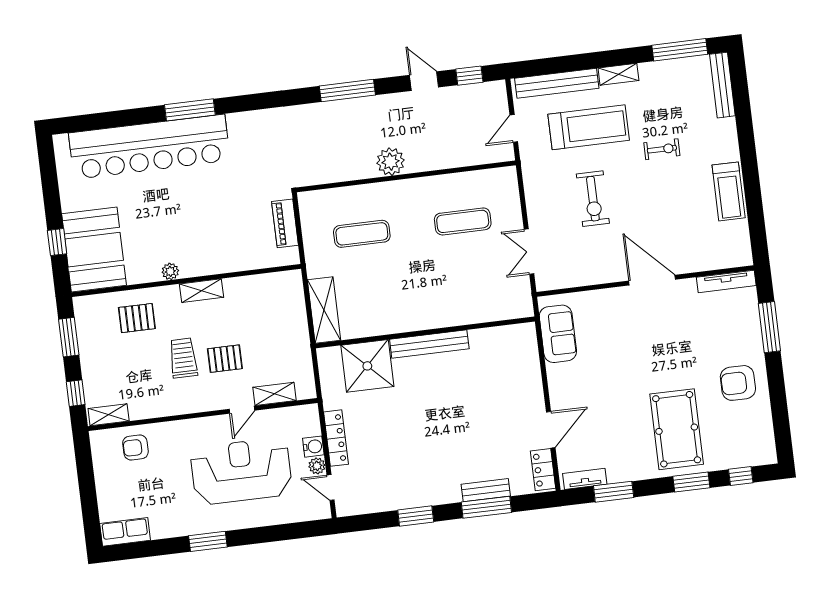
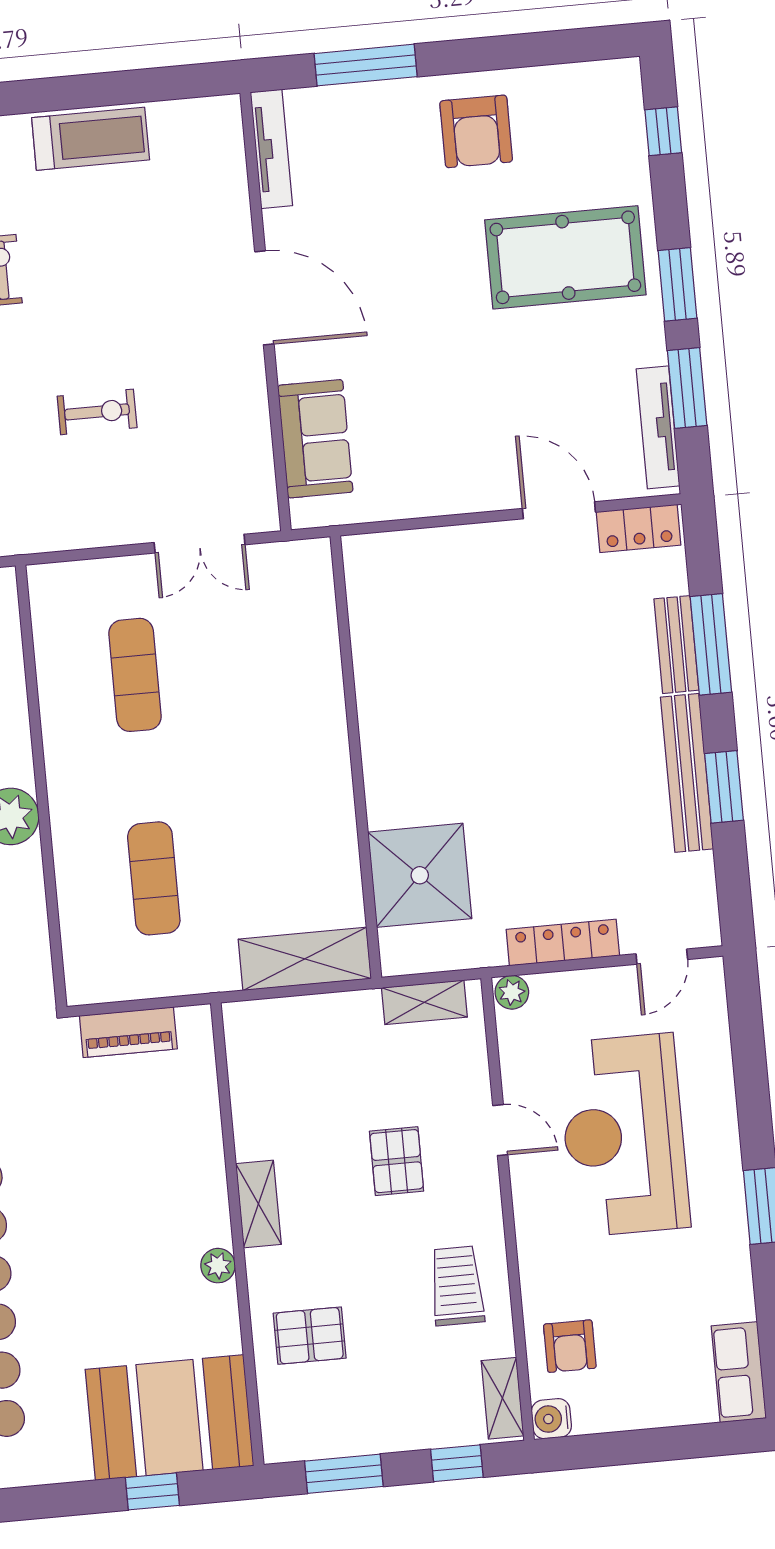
exercise bike: (593, 199) -> (97, 412), width x0.73, depth x0.72
door: (652, 280) -> (264, 298), swing flipped
pallet: (137, 318) -> (310, 1336), turned 90
sofa: (558, 334) -> (315, 439), moved, turned 90
bench: (429, 344) -> (687, 773), moved
trolley: (183, 358) -> (457, 1286), moved, turned 90
shelving: (274, 394) -> (424, 1002), moved, turned 90
water cooler: (313, 447) -> (551, 1419), moved, turned -90
plant: (317, 466) -> (512, 992), moved
tv unit: (585, 479) -> (658, 427), width x1.41
window: (691, 482) -> (677, 284), moved

